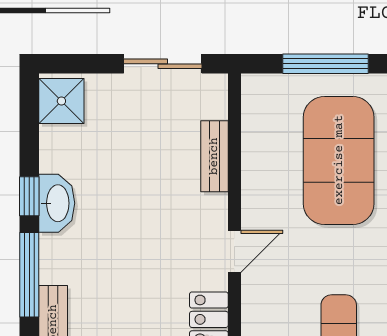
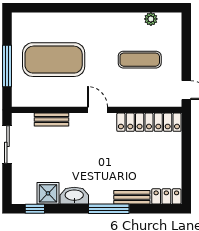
shower: (61, 101) -> (48, 193), moved
window: (29, 196) -> (35, 209), moved

